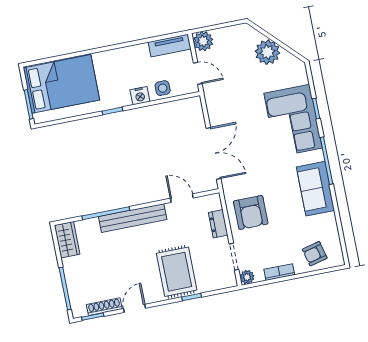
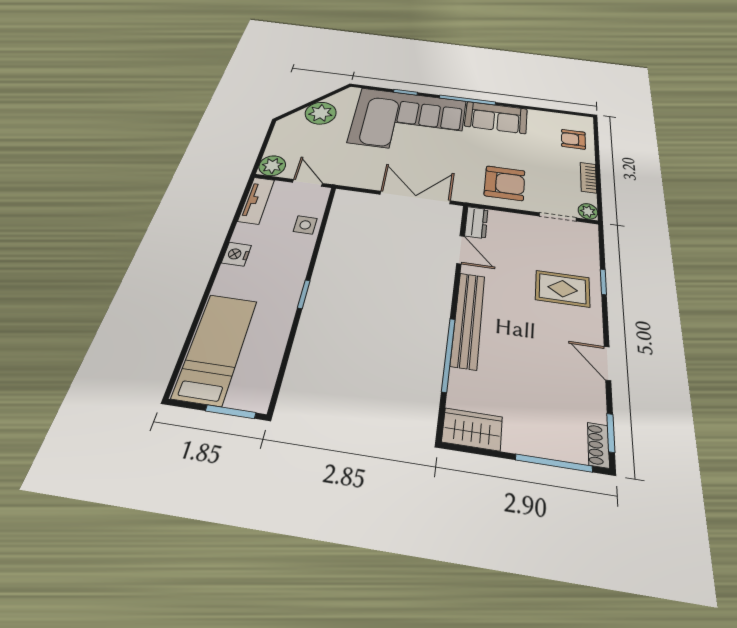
door: (198, 73) -> (308, 183), hinge flipped
bed: (61, 84) -> (216, 348), width x0.67
nightstand: (140, 96) -> (236, 254), moved, turned 180
corner sofa: (293, 121) -> (408, 121), width x1.36, depth x1.36
door: (182, 198) -> (460, 250), swing flipped
dresser: (218, 224) -> (476, 222), moved, turned -90
armchair: (315, 254) -> (573, 139), turned 104
rug: (177, 272) -> (563, 289), width x0.73, depth x0.70
shoe rack: (104, 307) -> (598, 445), moved, width x0.70

